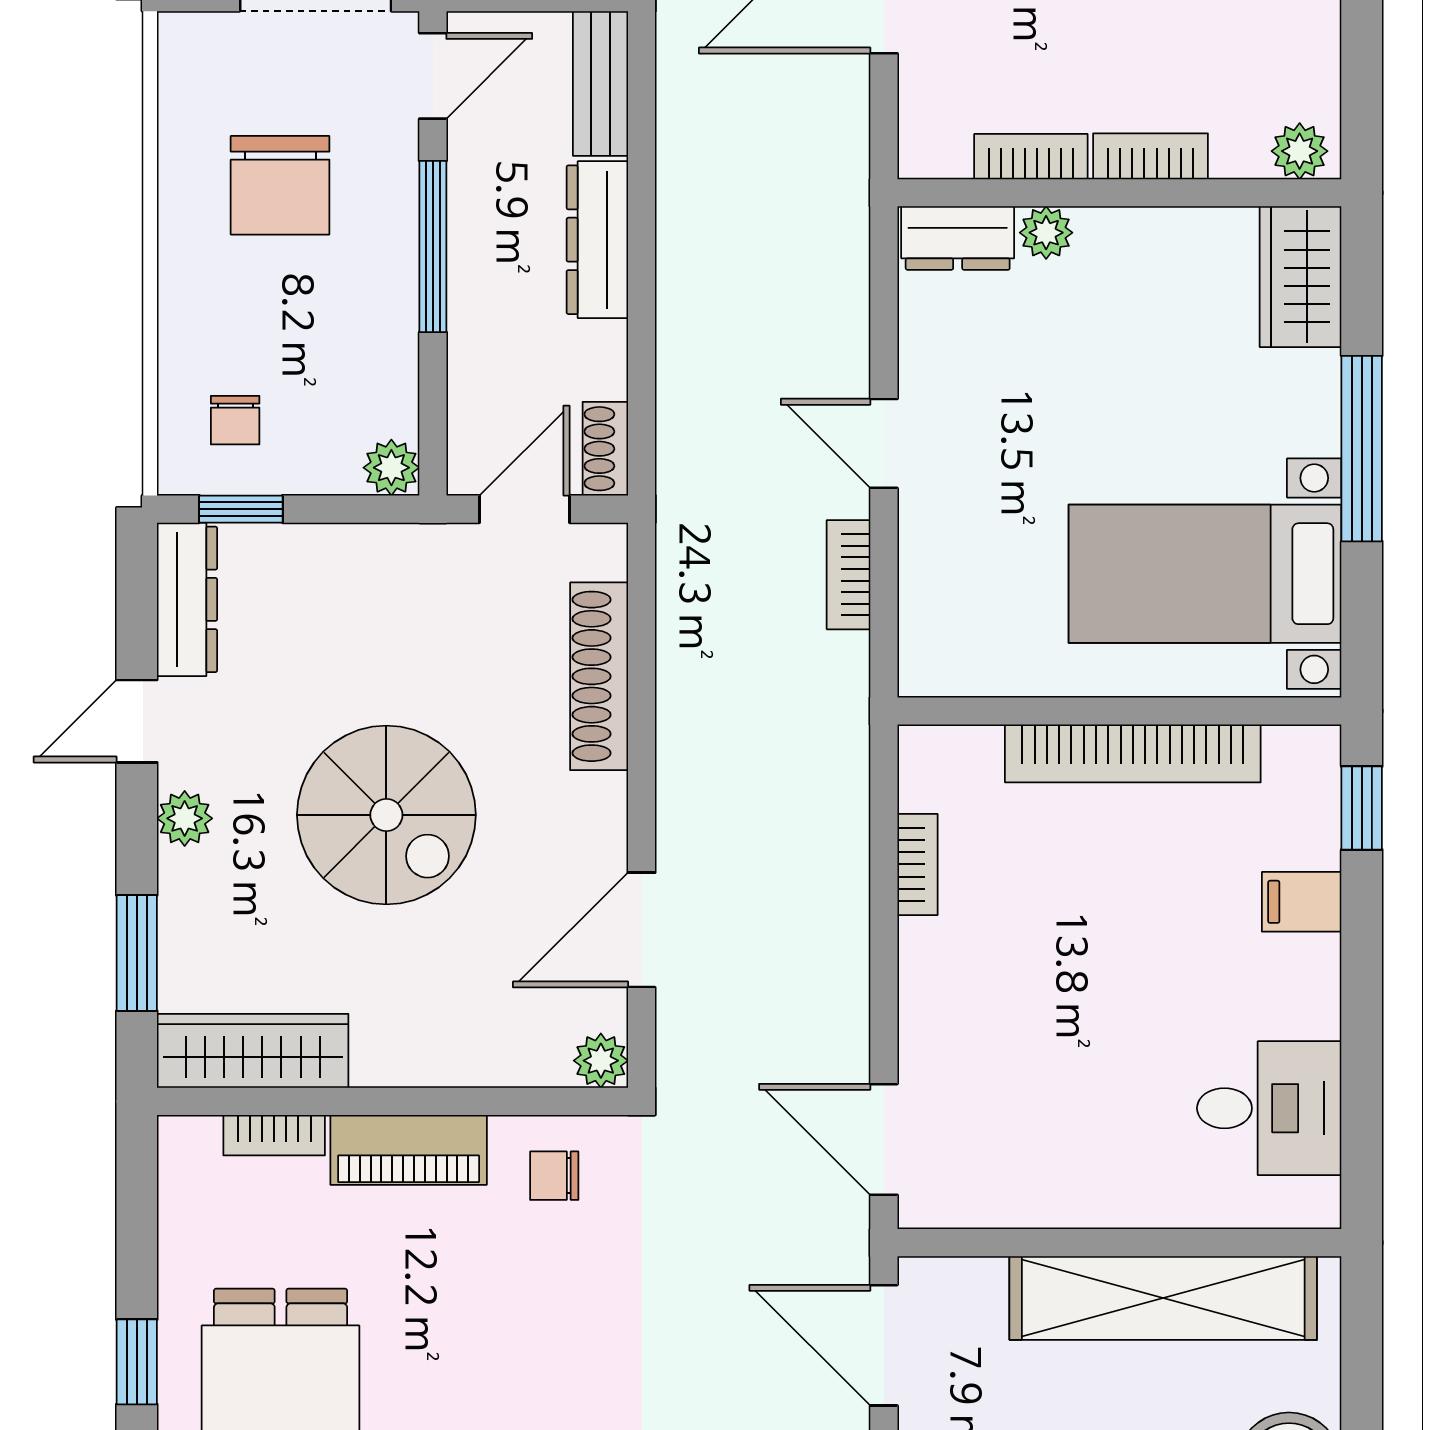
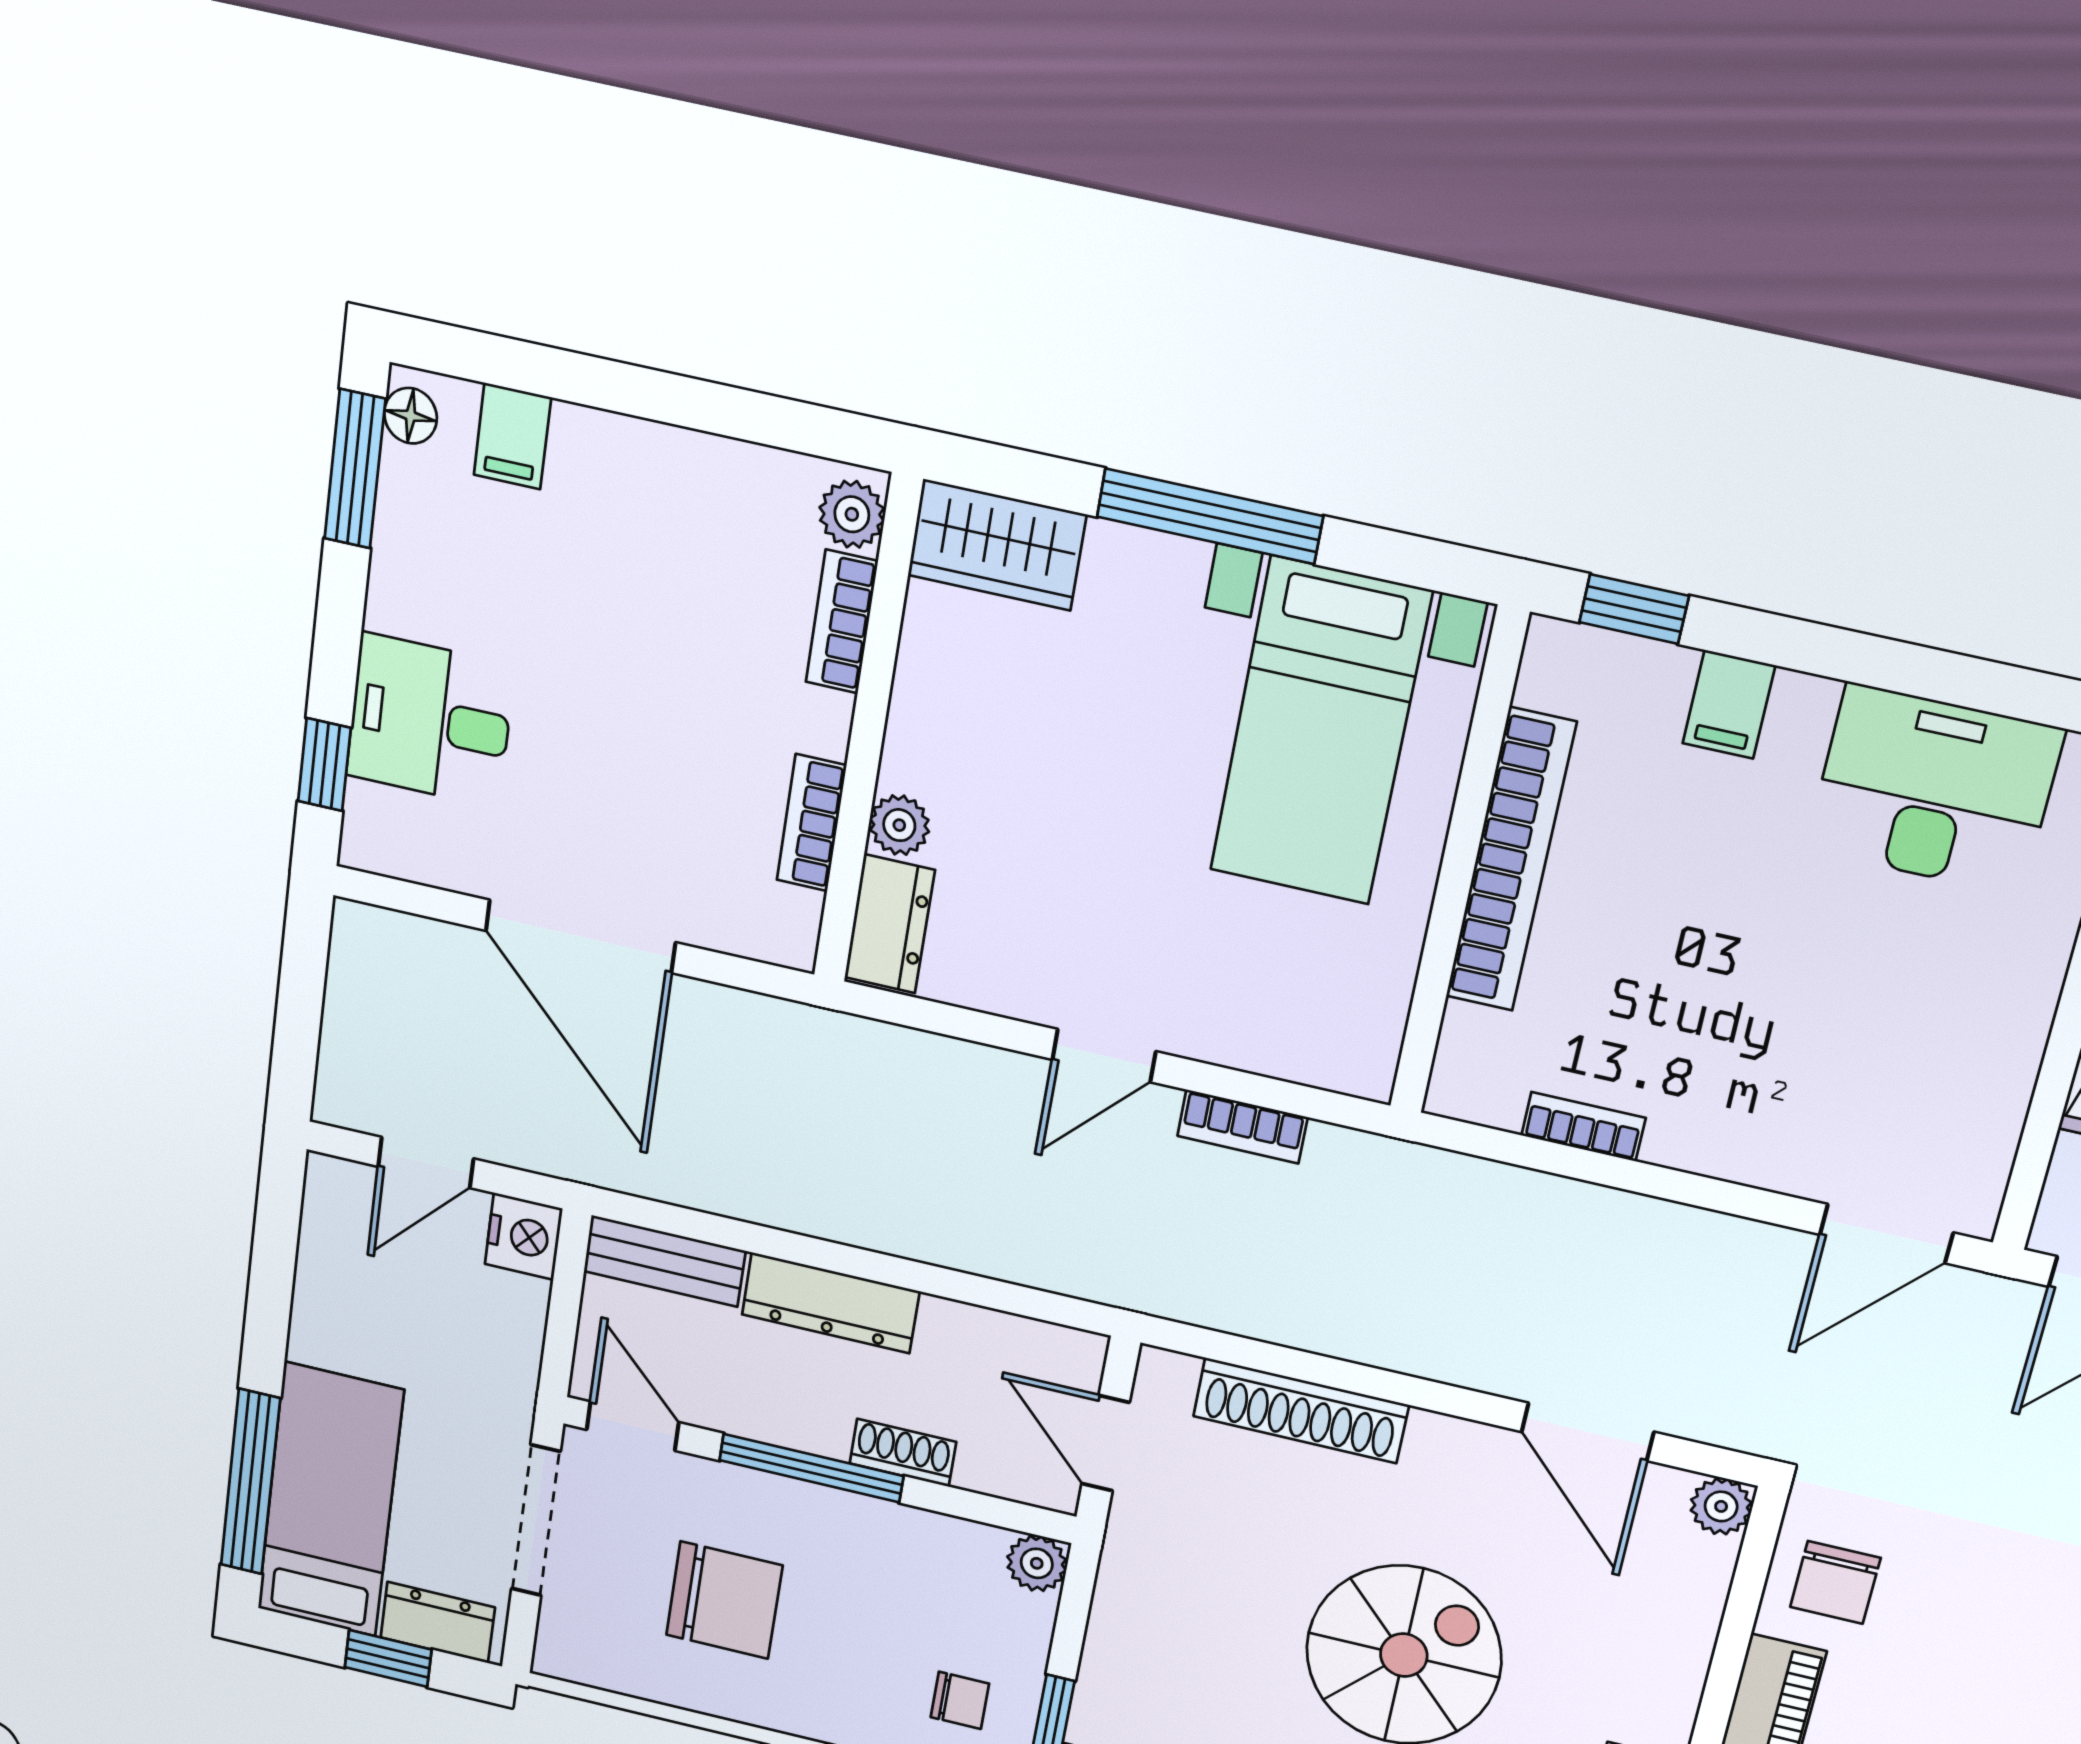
bookcase: (1151, 156) -> (842, 622), moved
shoe rack: (605, 449) -> (903, 1453), moved, turned 180
desk: (1269, 1108) -> (1935, 790), width x1.37
chair: (554, 1176) -> (1835, 1582), width x1.37, depth x1.37

